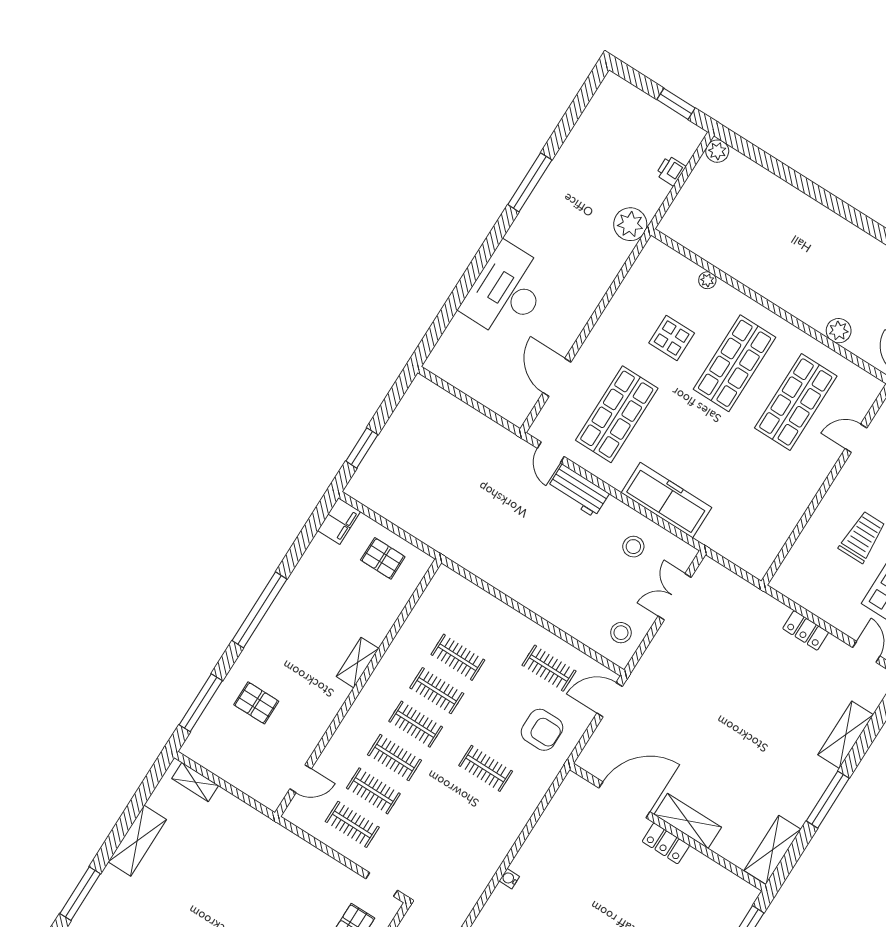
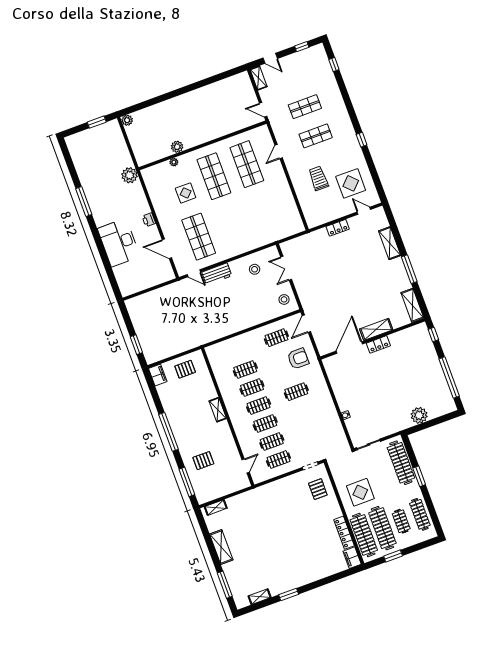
printer: (671, 171) -> (149, 220), moved
plant: (839, 331) -> (177, 147), moved
freezer: (666, 500) -> (246, 243), removed

